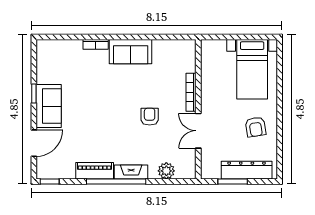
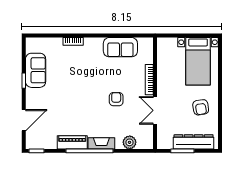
sofa: (131, 52) -> (120, 47), moved
sofa: (49, 106) -> (36, 70), moved

